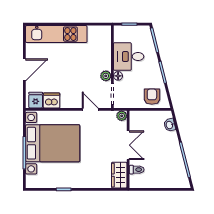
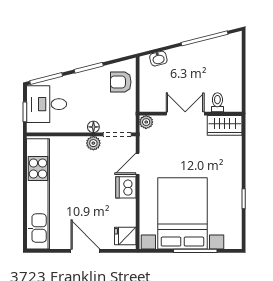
kitchen unit: (56, 34) -> (38, 194), width x1.36
desk: (129, 57) -> (47, 104), moved, turned 90
dishwasher: (52, 100) -> (126, 187), moved

